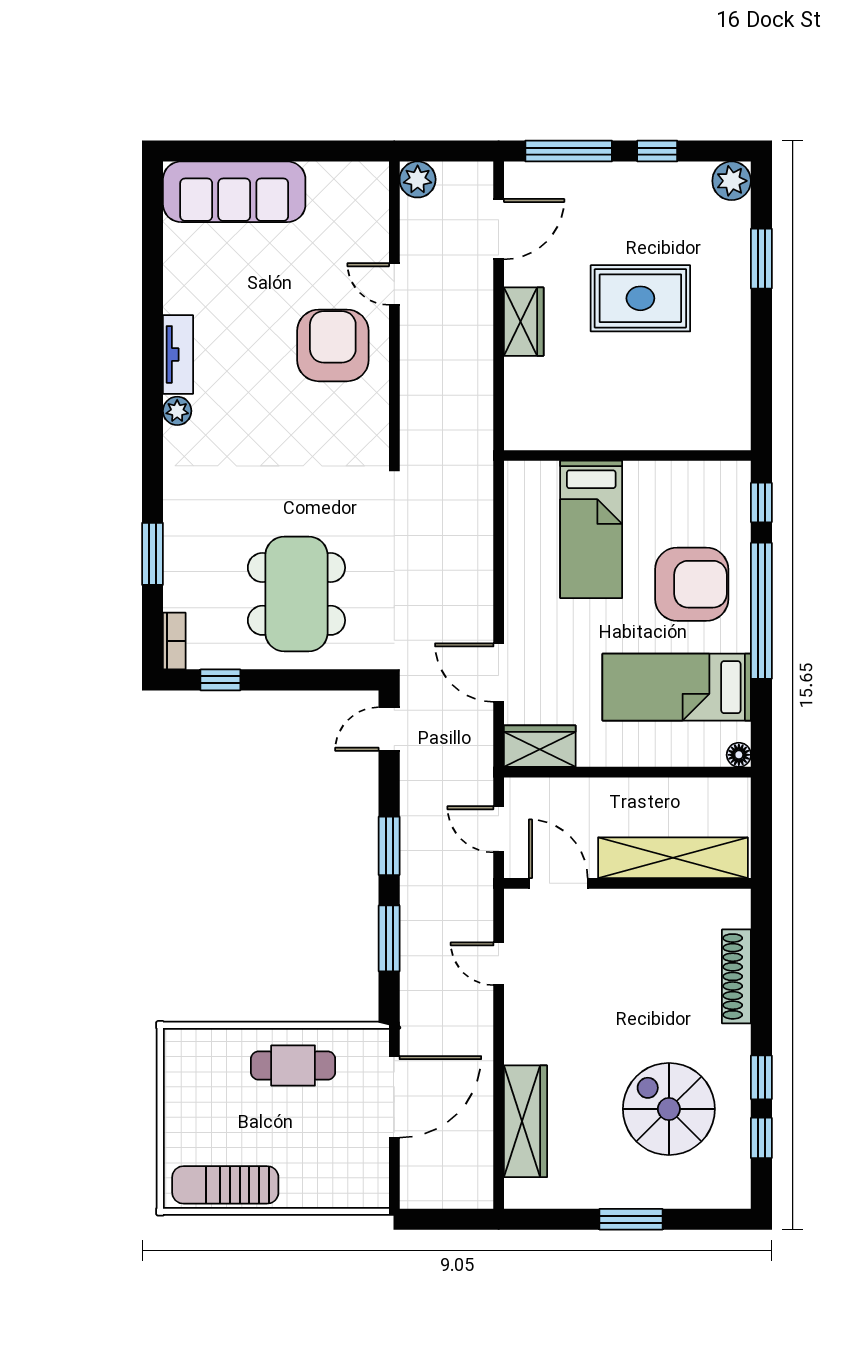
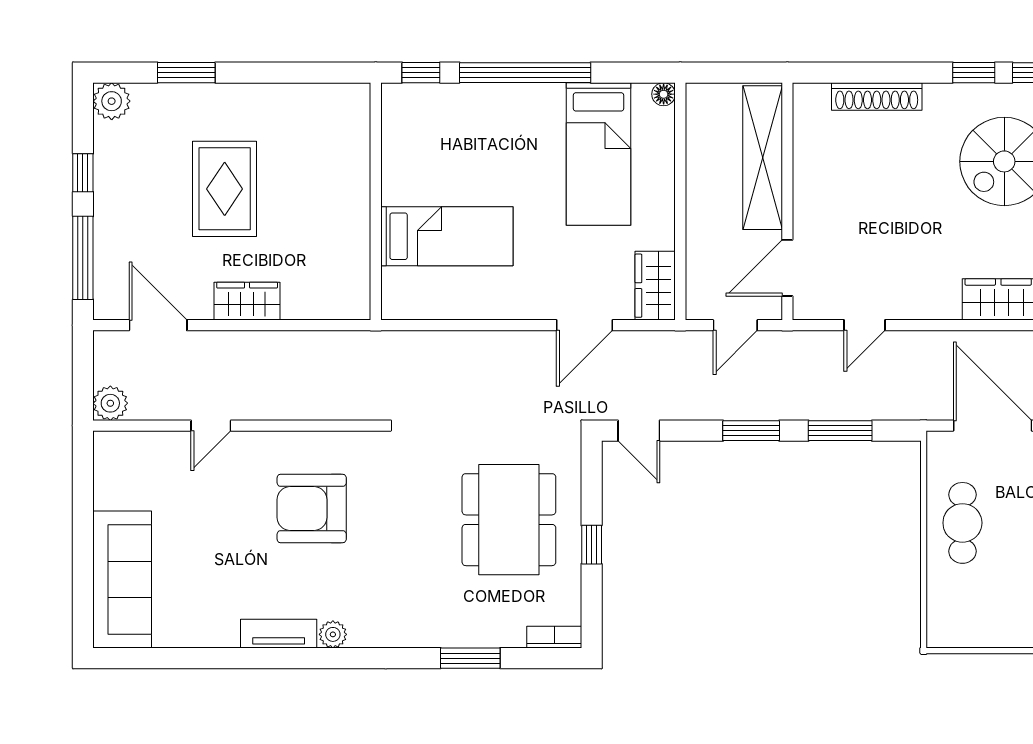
armchair: (333, 345) -> (312, 508), moved
armchair: (692, 584) -> (500, 140), removed
dining table: (296, 594) -> (509, 520), turned 90
window: (220, 680) -> (592, 545), moved

